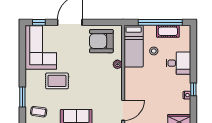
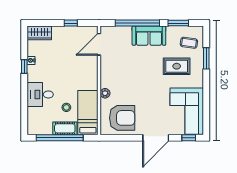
cot: (168, 31) -> (65, 128), moved
rug: (57, 81) -> (177, 66), moved

